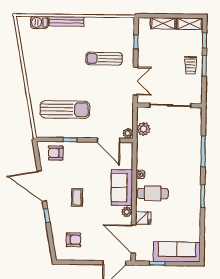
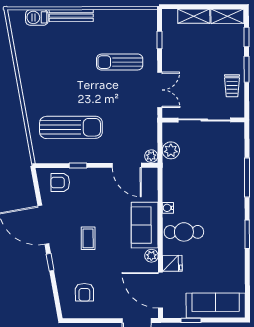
trolley: (191, 65) -> (232, 86), moved
armchair: (73, 240) -> (84, 292), turned 90

